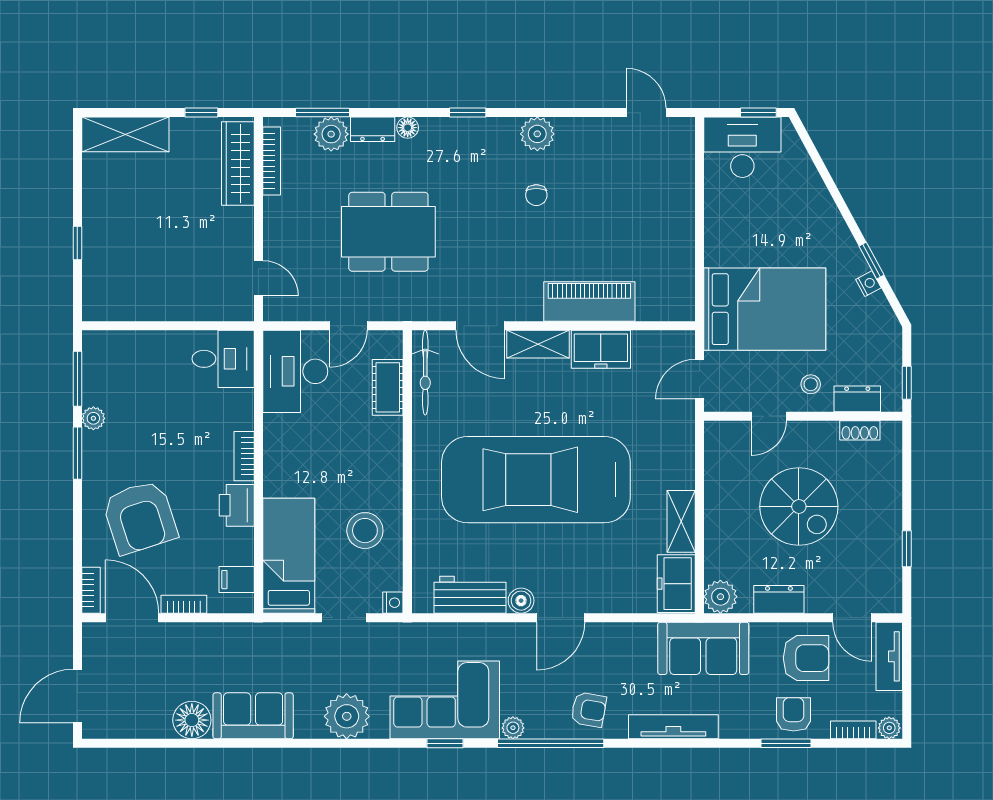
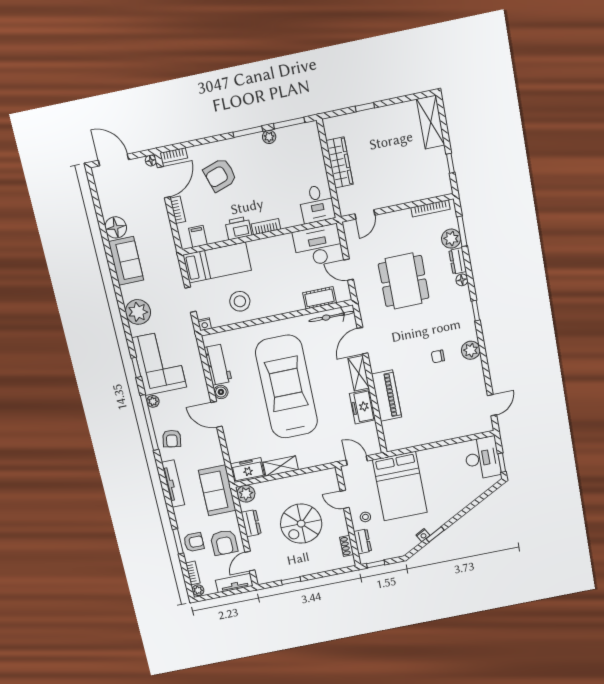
wardrobe: (238, 163) -> (339, 162), moved, turned 90
armchair: (140, 517) -> (220, 175), width x0.73, depth x0.73
floor lamp: (91, 632) -> (151, 160), added

